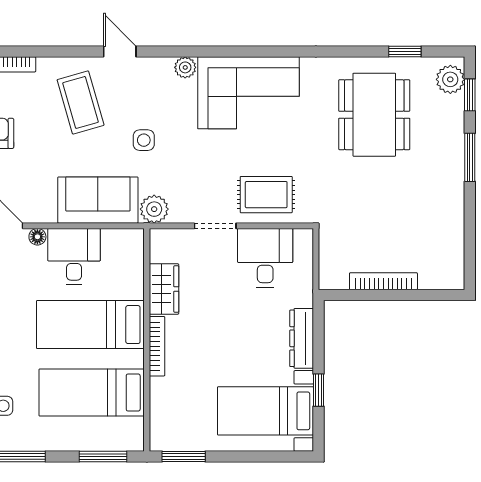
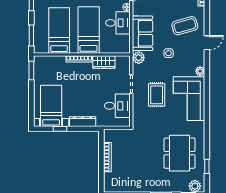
dining table: (374, 115) -> (180, 153), turned 90
rug: (266, 195) -> (157, 95), moved

